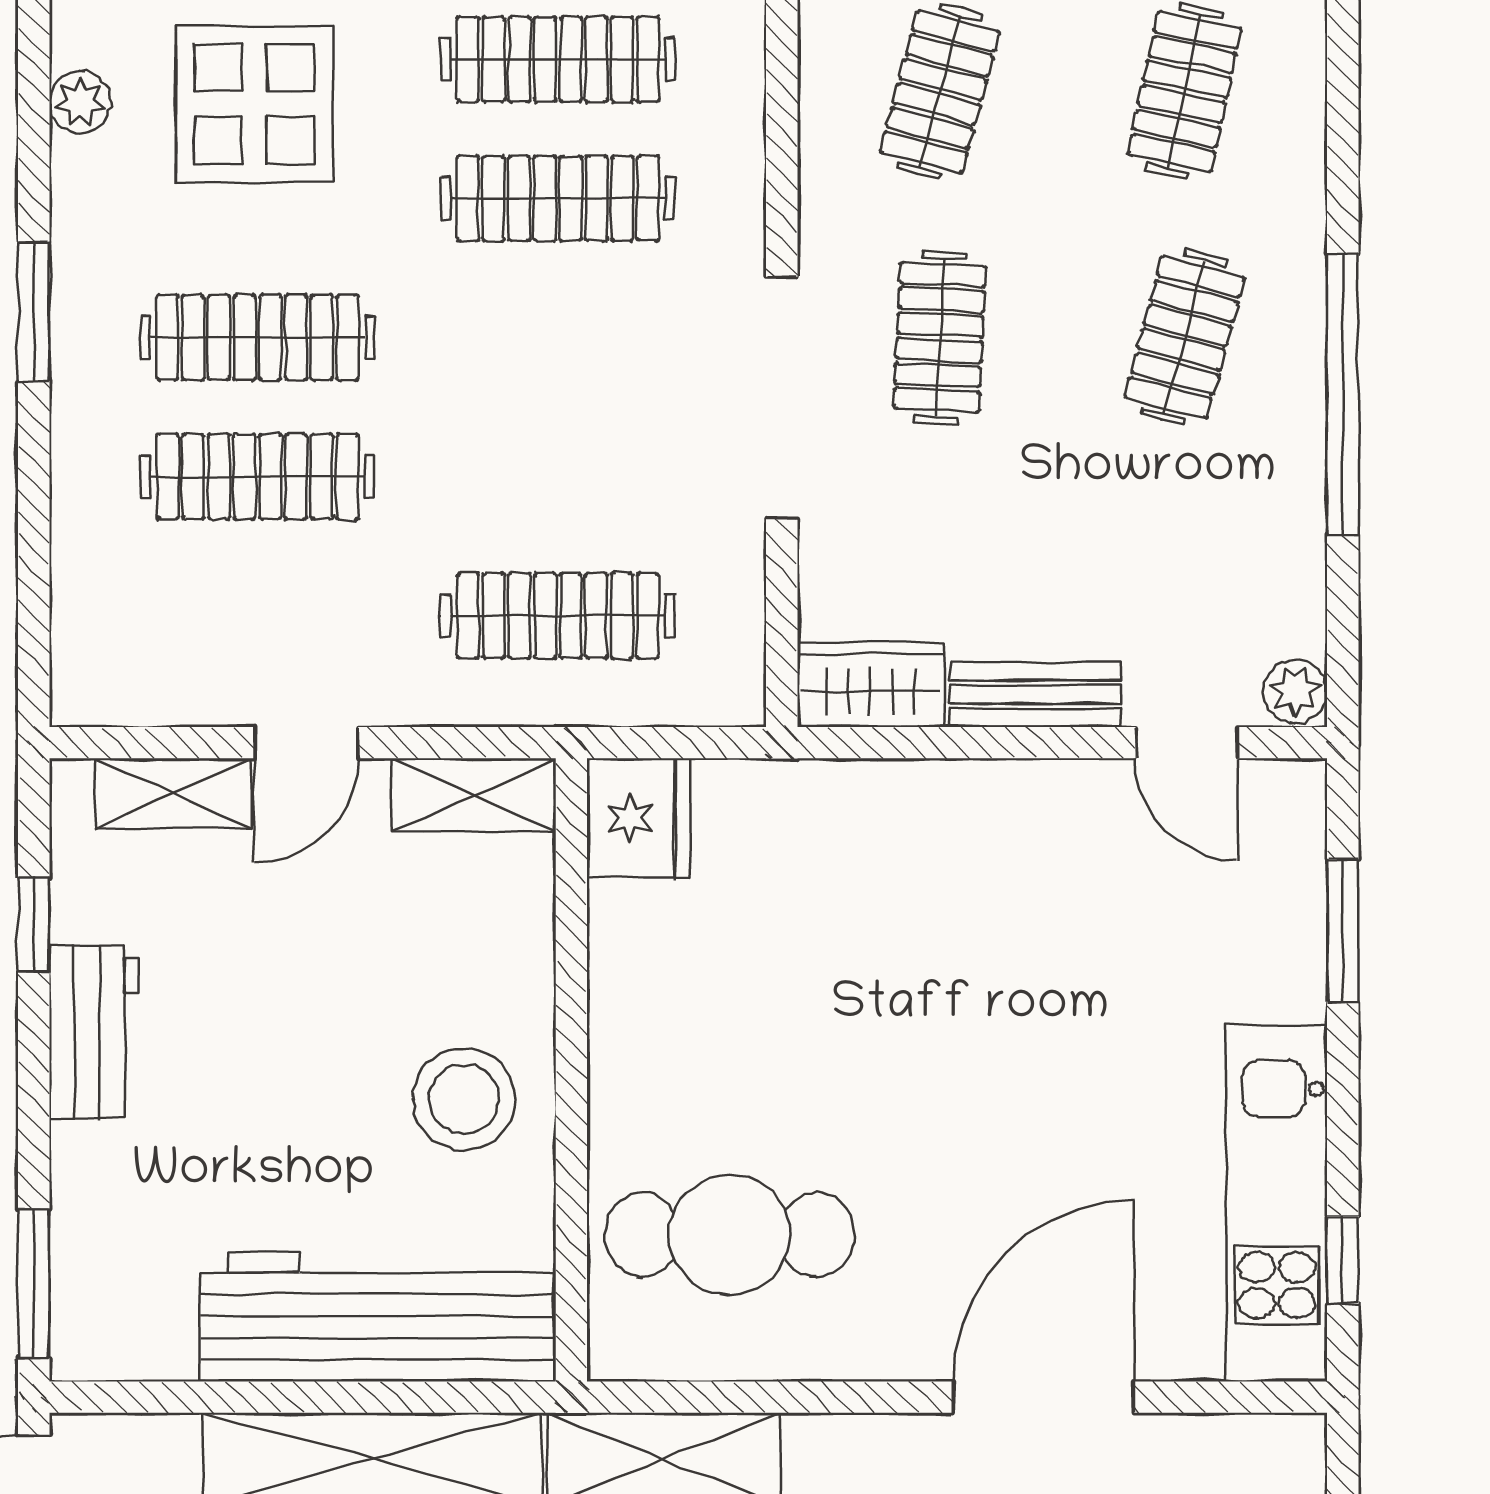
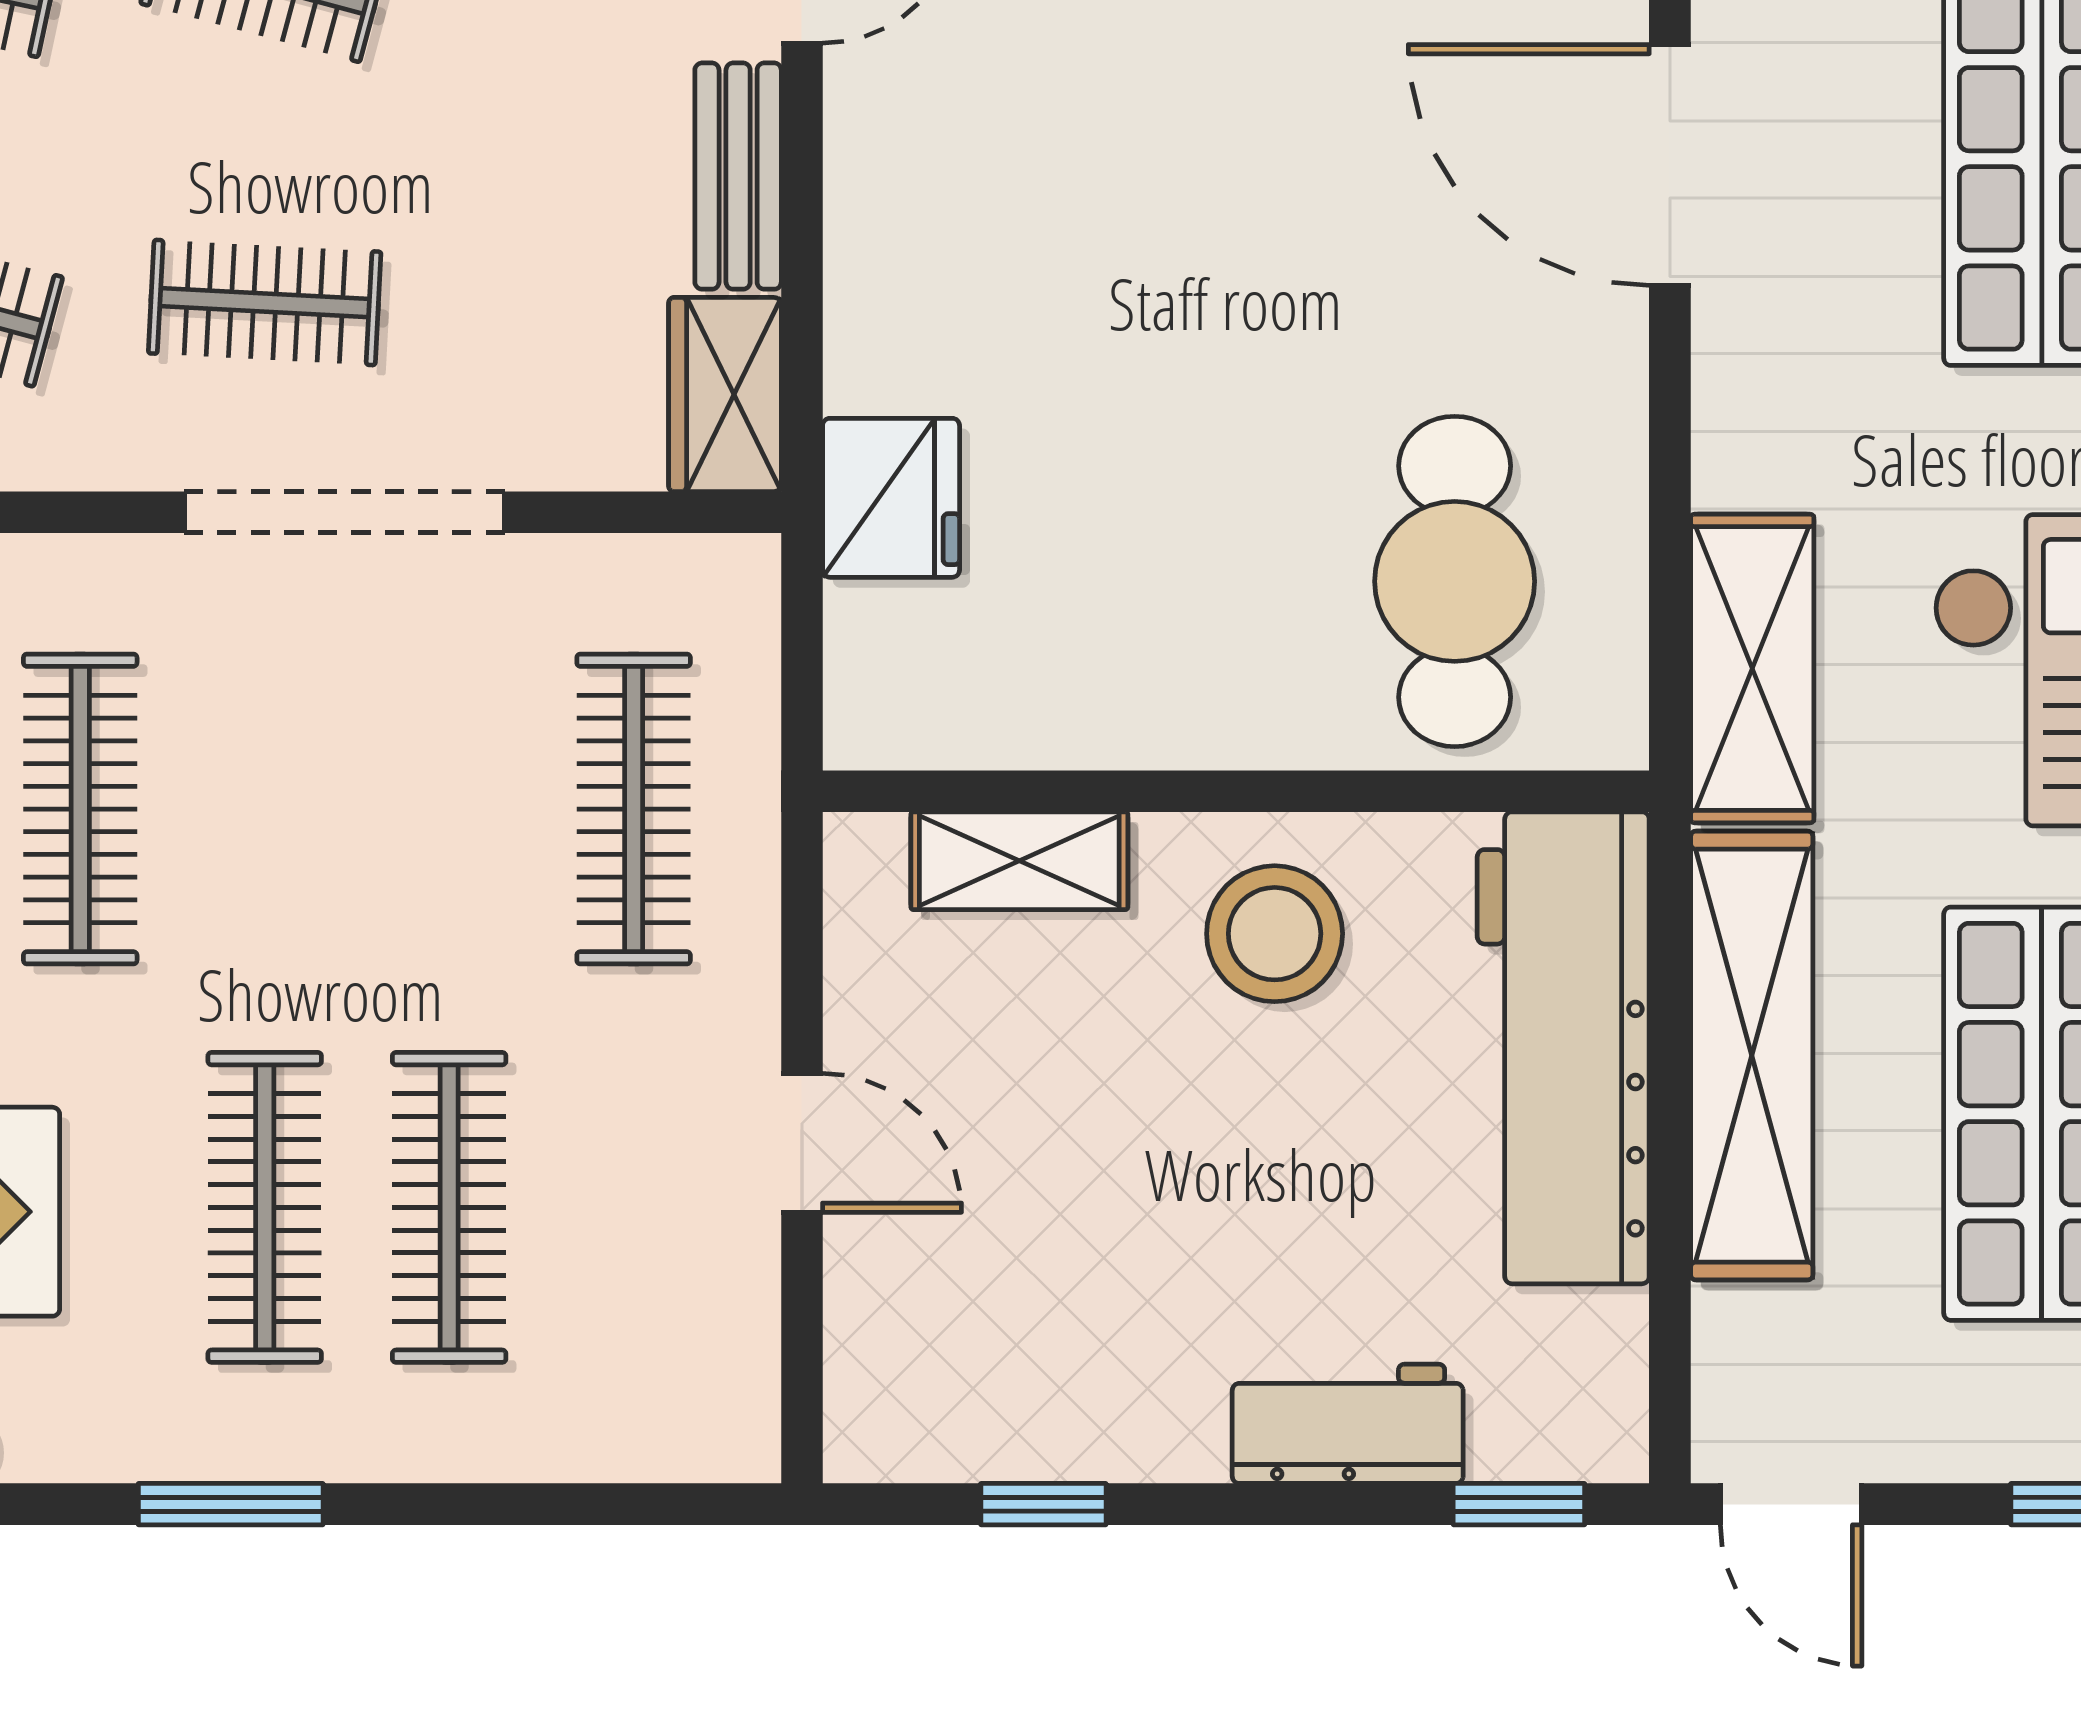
shelving: (173, 793) -> (869, 1319), removed
shelving: (474, 795) -> (1019, 861), moved, turned 90
fridge: (639, 818) -> (891, 498), moved, turned 90
workbench: (94, 1032) -> (1348, 1424), moved
window: (34, 1283) -> (1519, 1504), width x0.67

